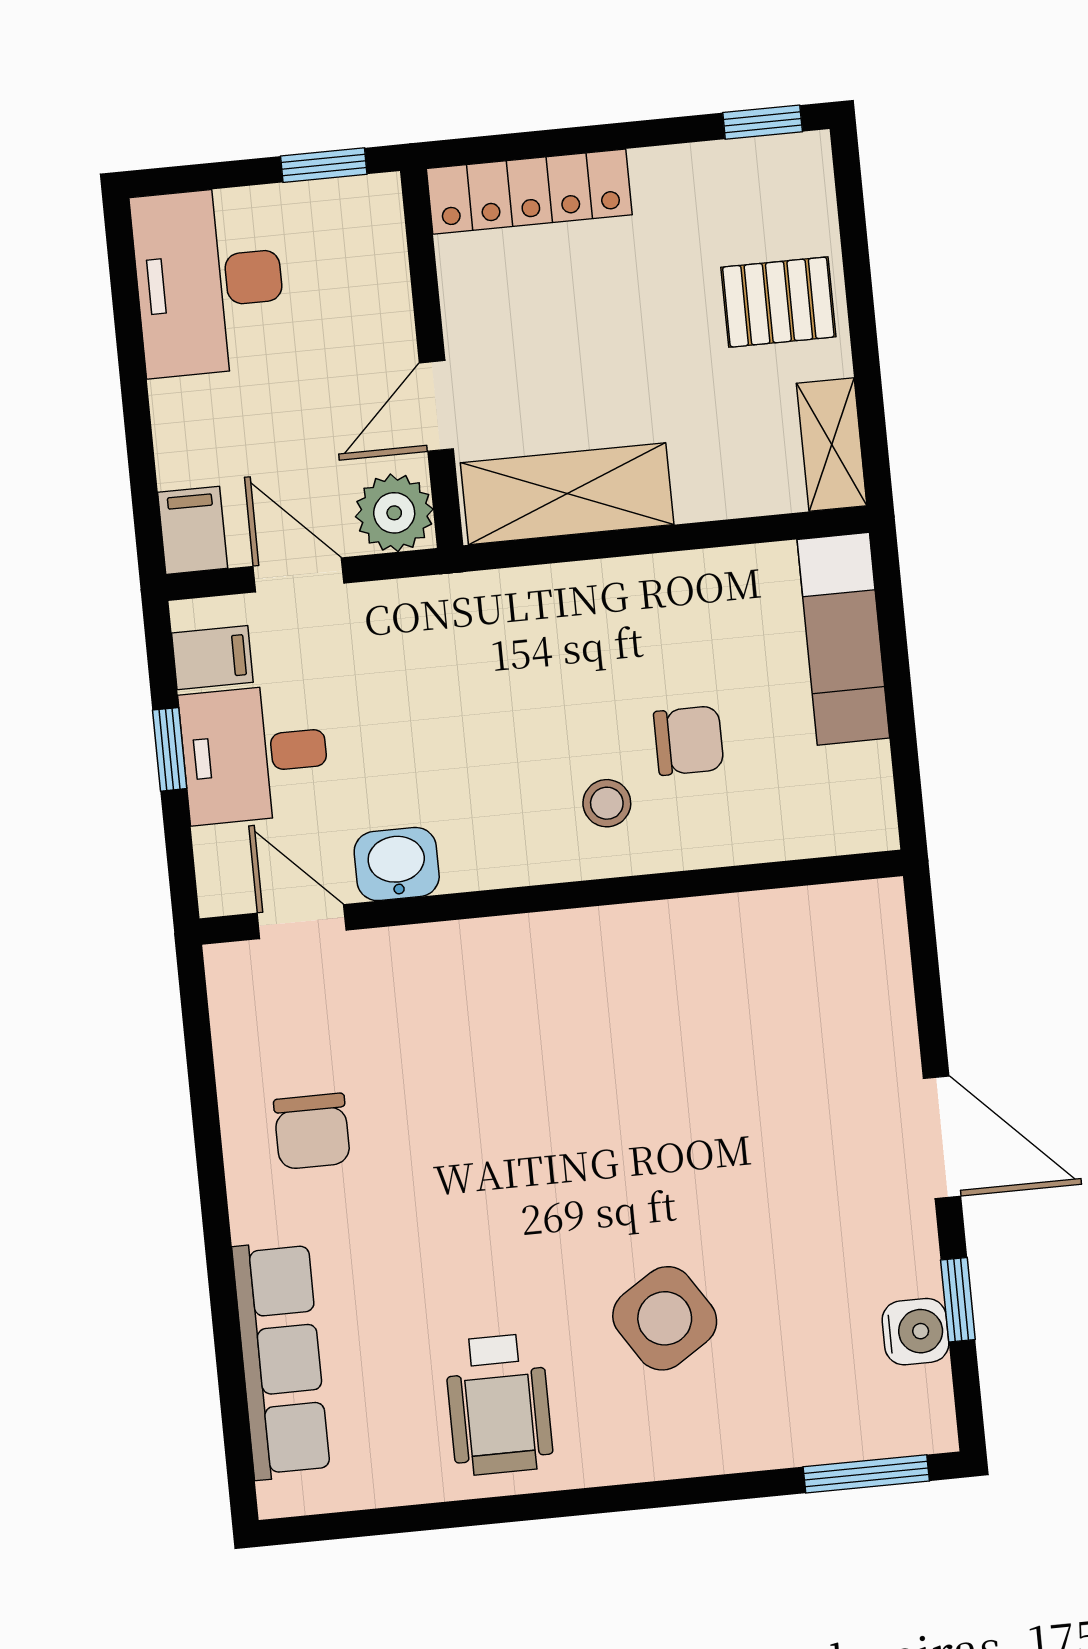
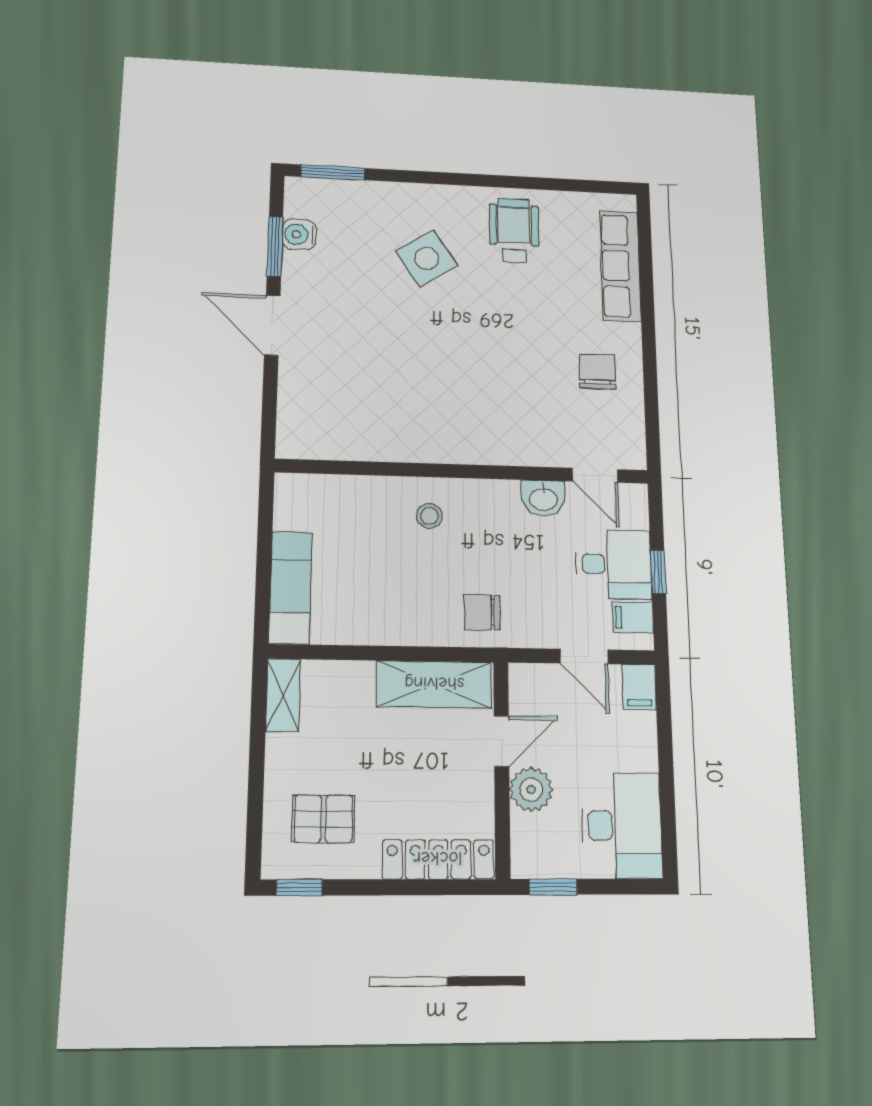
pallet: (778, 302) -> (323, 819), moved
plant: (394, 513) -> (531, 789), moved
chair: (689, 741) -> (482, 612), moved
window: (958, 1300) -> (275, 246), width x1.50

